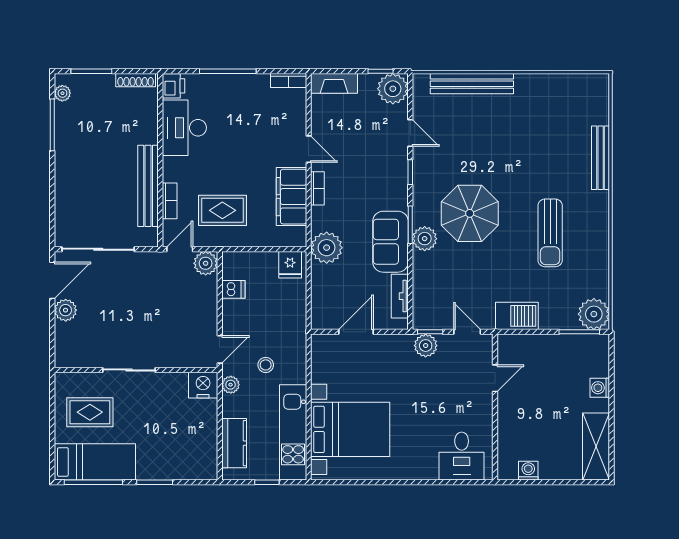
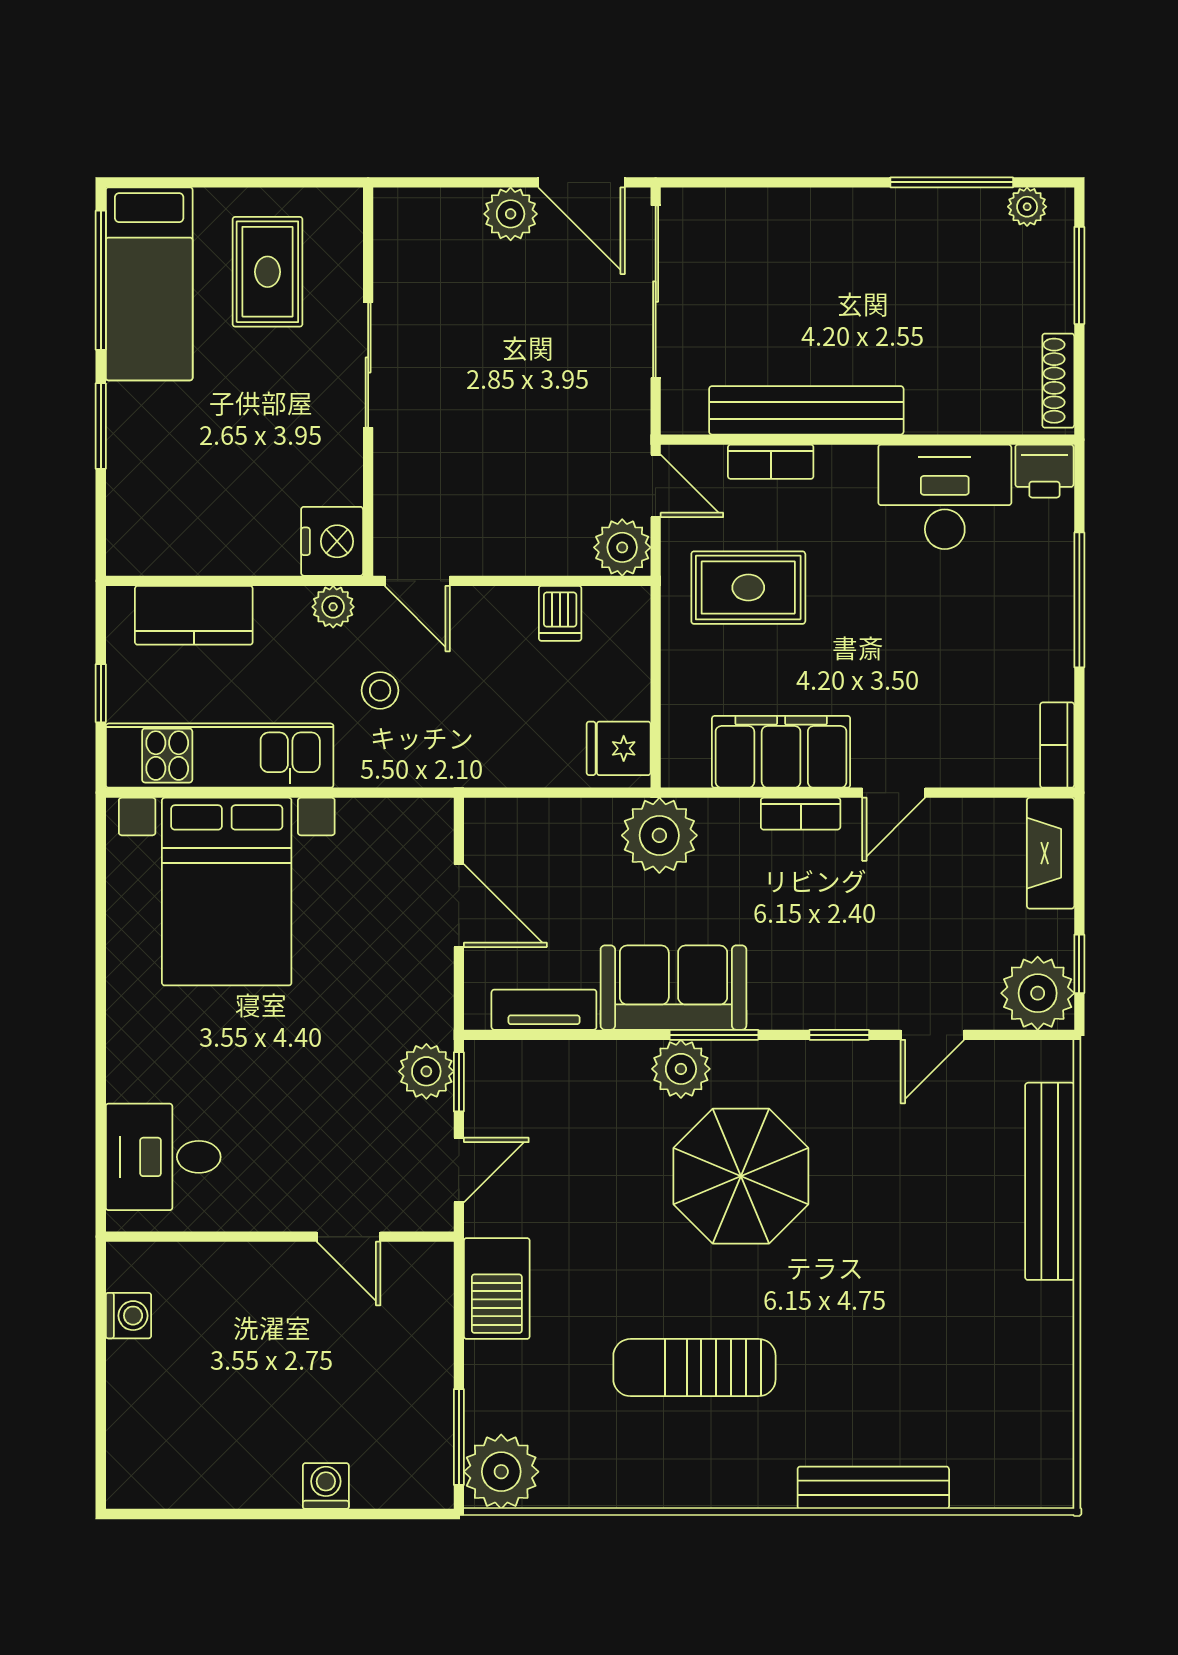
rug: (222, 210) -> (748, 588), turned 90
shelving: (596, 446) -> (186, 1477), removed

